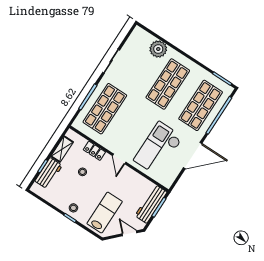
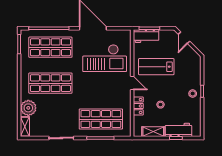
shelving: (143, 35) -> (25, 127), added
door: (119, 159) -> (132, 83), hinge flipped
workbench: (151, 204) -> (146, 36), width x0.73
lab bench: (105, 213) -> (156, 67), moved

